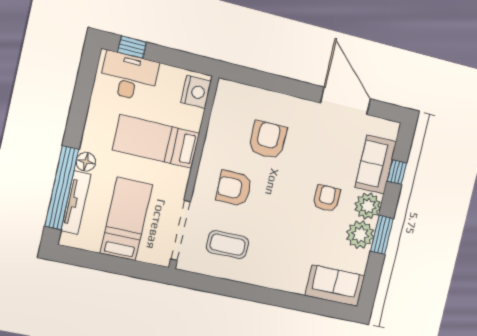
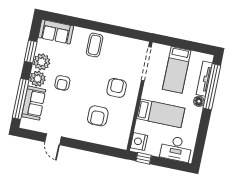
window: (132, 47) -> (144, 158), moved
door: (345, 101) -> (53, 139), width x0.53
window: (397, 172) -> (21, 99), width x3.17
armchair: (234, 188) -> (117, 88), turned -90
window: (382, 235) -> (31, 52), moved
coffee table: (228, 245) -> (95, 45), moved, turned 90

